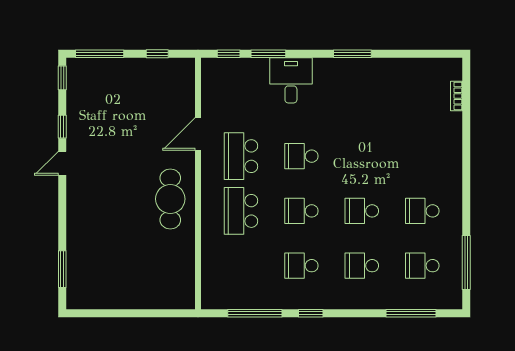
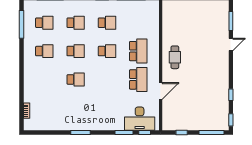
desk: (291, 80) -> (140, 119), moved, width x1.37
school desk: (301, 156) -> (76, 79), moved
door: (62, 163) -> (231, 44), moved
cafe table: (170, 199) -> (175, 57), width x0.73, depth x0.74

